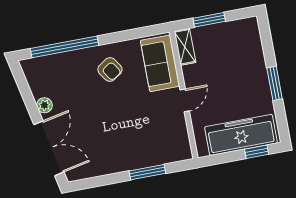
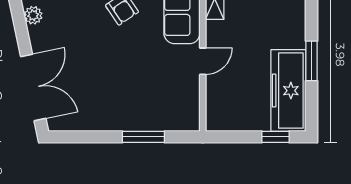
plant: (44, 105) -> (33, 15), moved
freezer: (241, 135) -> (288, 91), moved, turned -90

